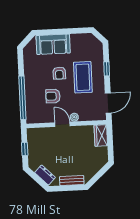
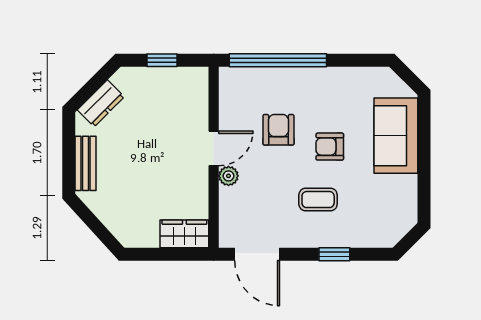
coffee table: (83, 77) -> (318, 200), width x0.54, depth x0.58

